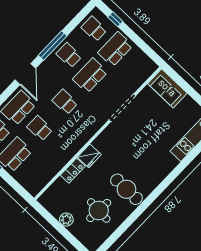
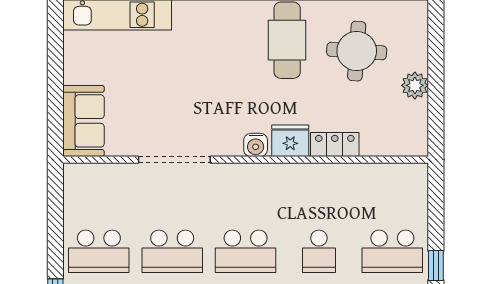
school desk: (65, 102) -> (246, 251), width x1.85
water cooler: (100, 142) -> (256, 145), added

